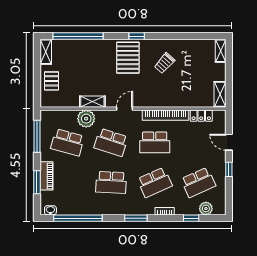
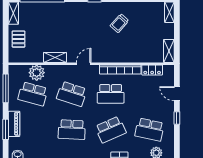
pallet: (128, 58) -> (87, 18), removed
plant: (86, 119) -> (37, 73), moved
school desk: (198, 182) -> (150, 130), turned 36

